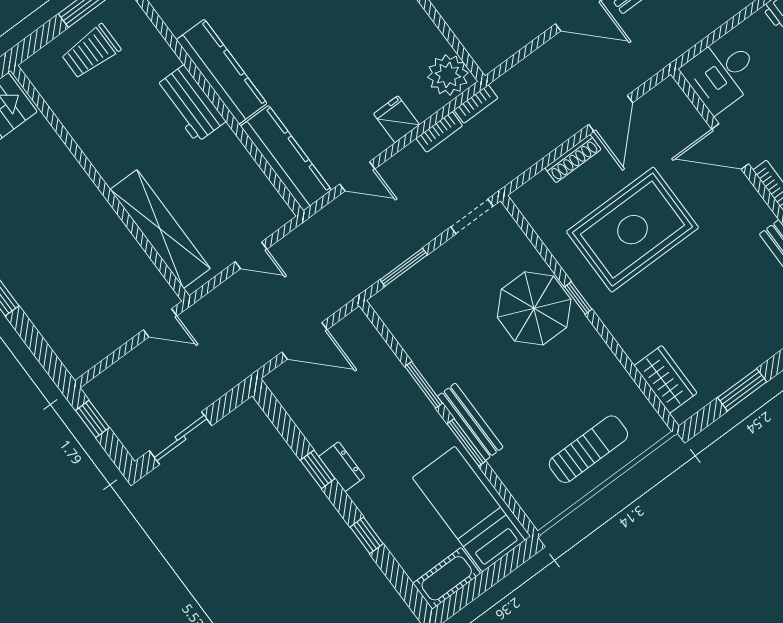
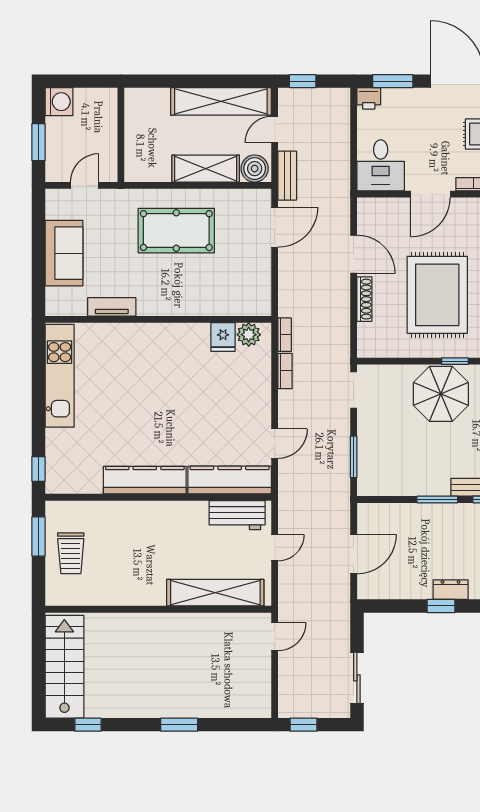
plant: (448, 75) -> (249, 335), width x0.73, depth x0.73
workbench: (190, 104) -> (237, 515), moved
fridge: (396, 119) -> (223, 337), moved, turned -90

